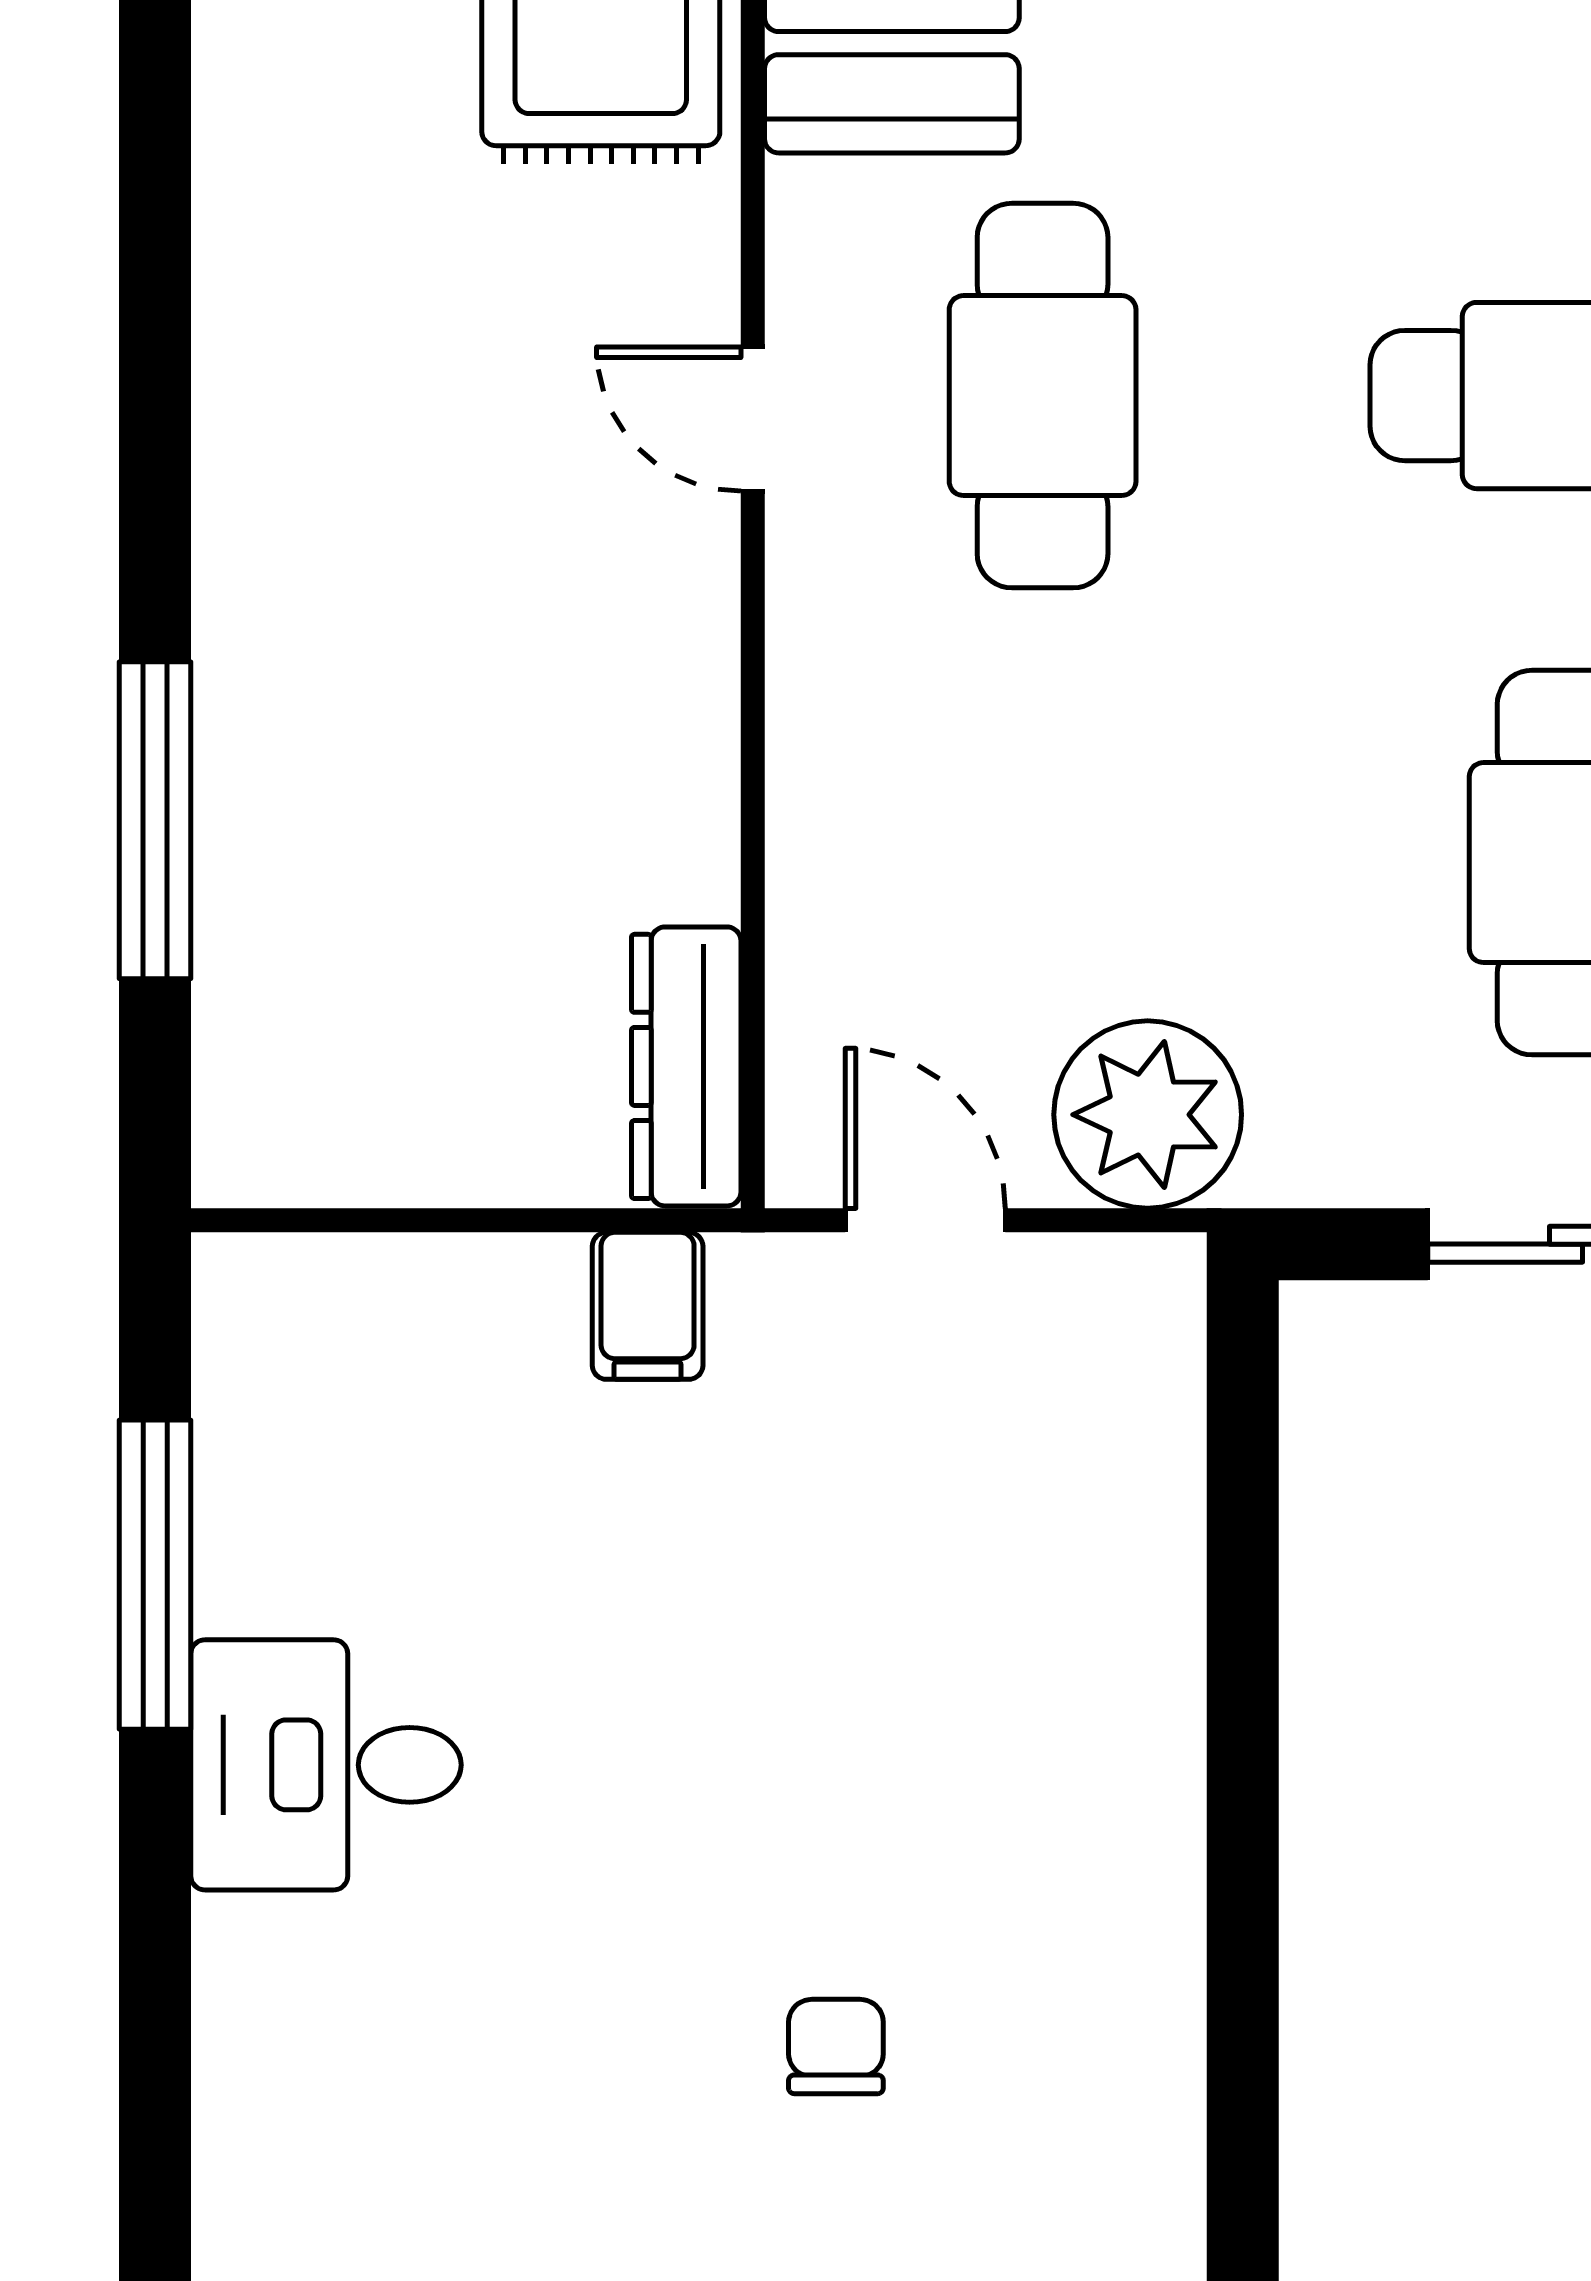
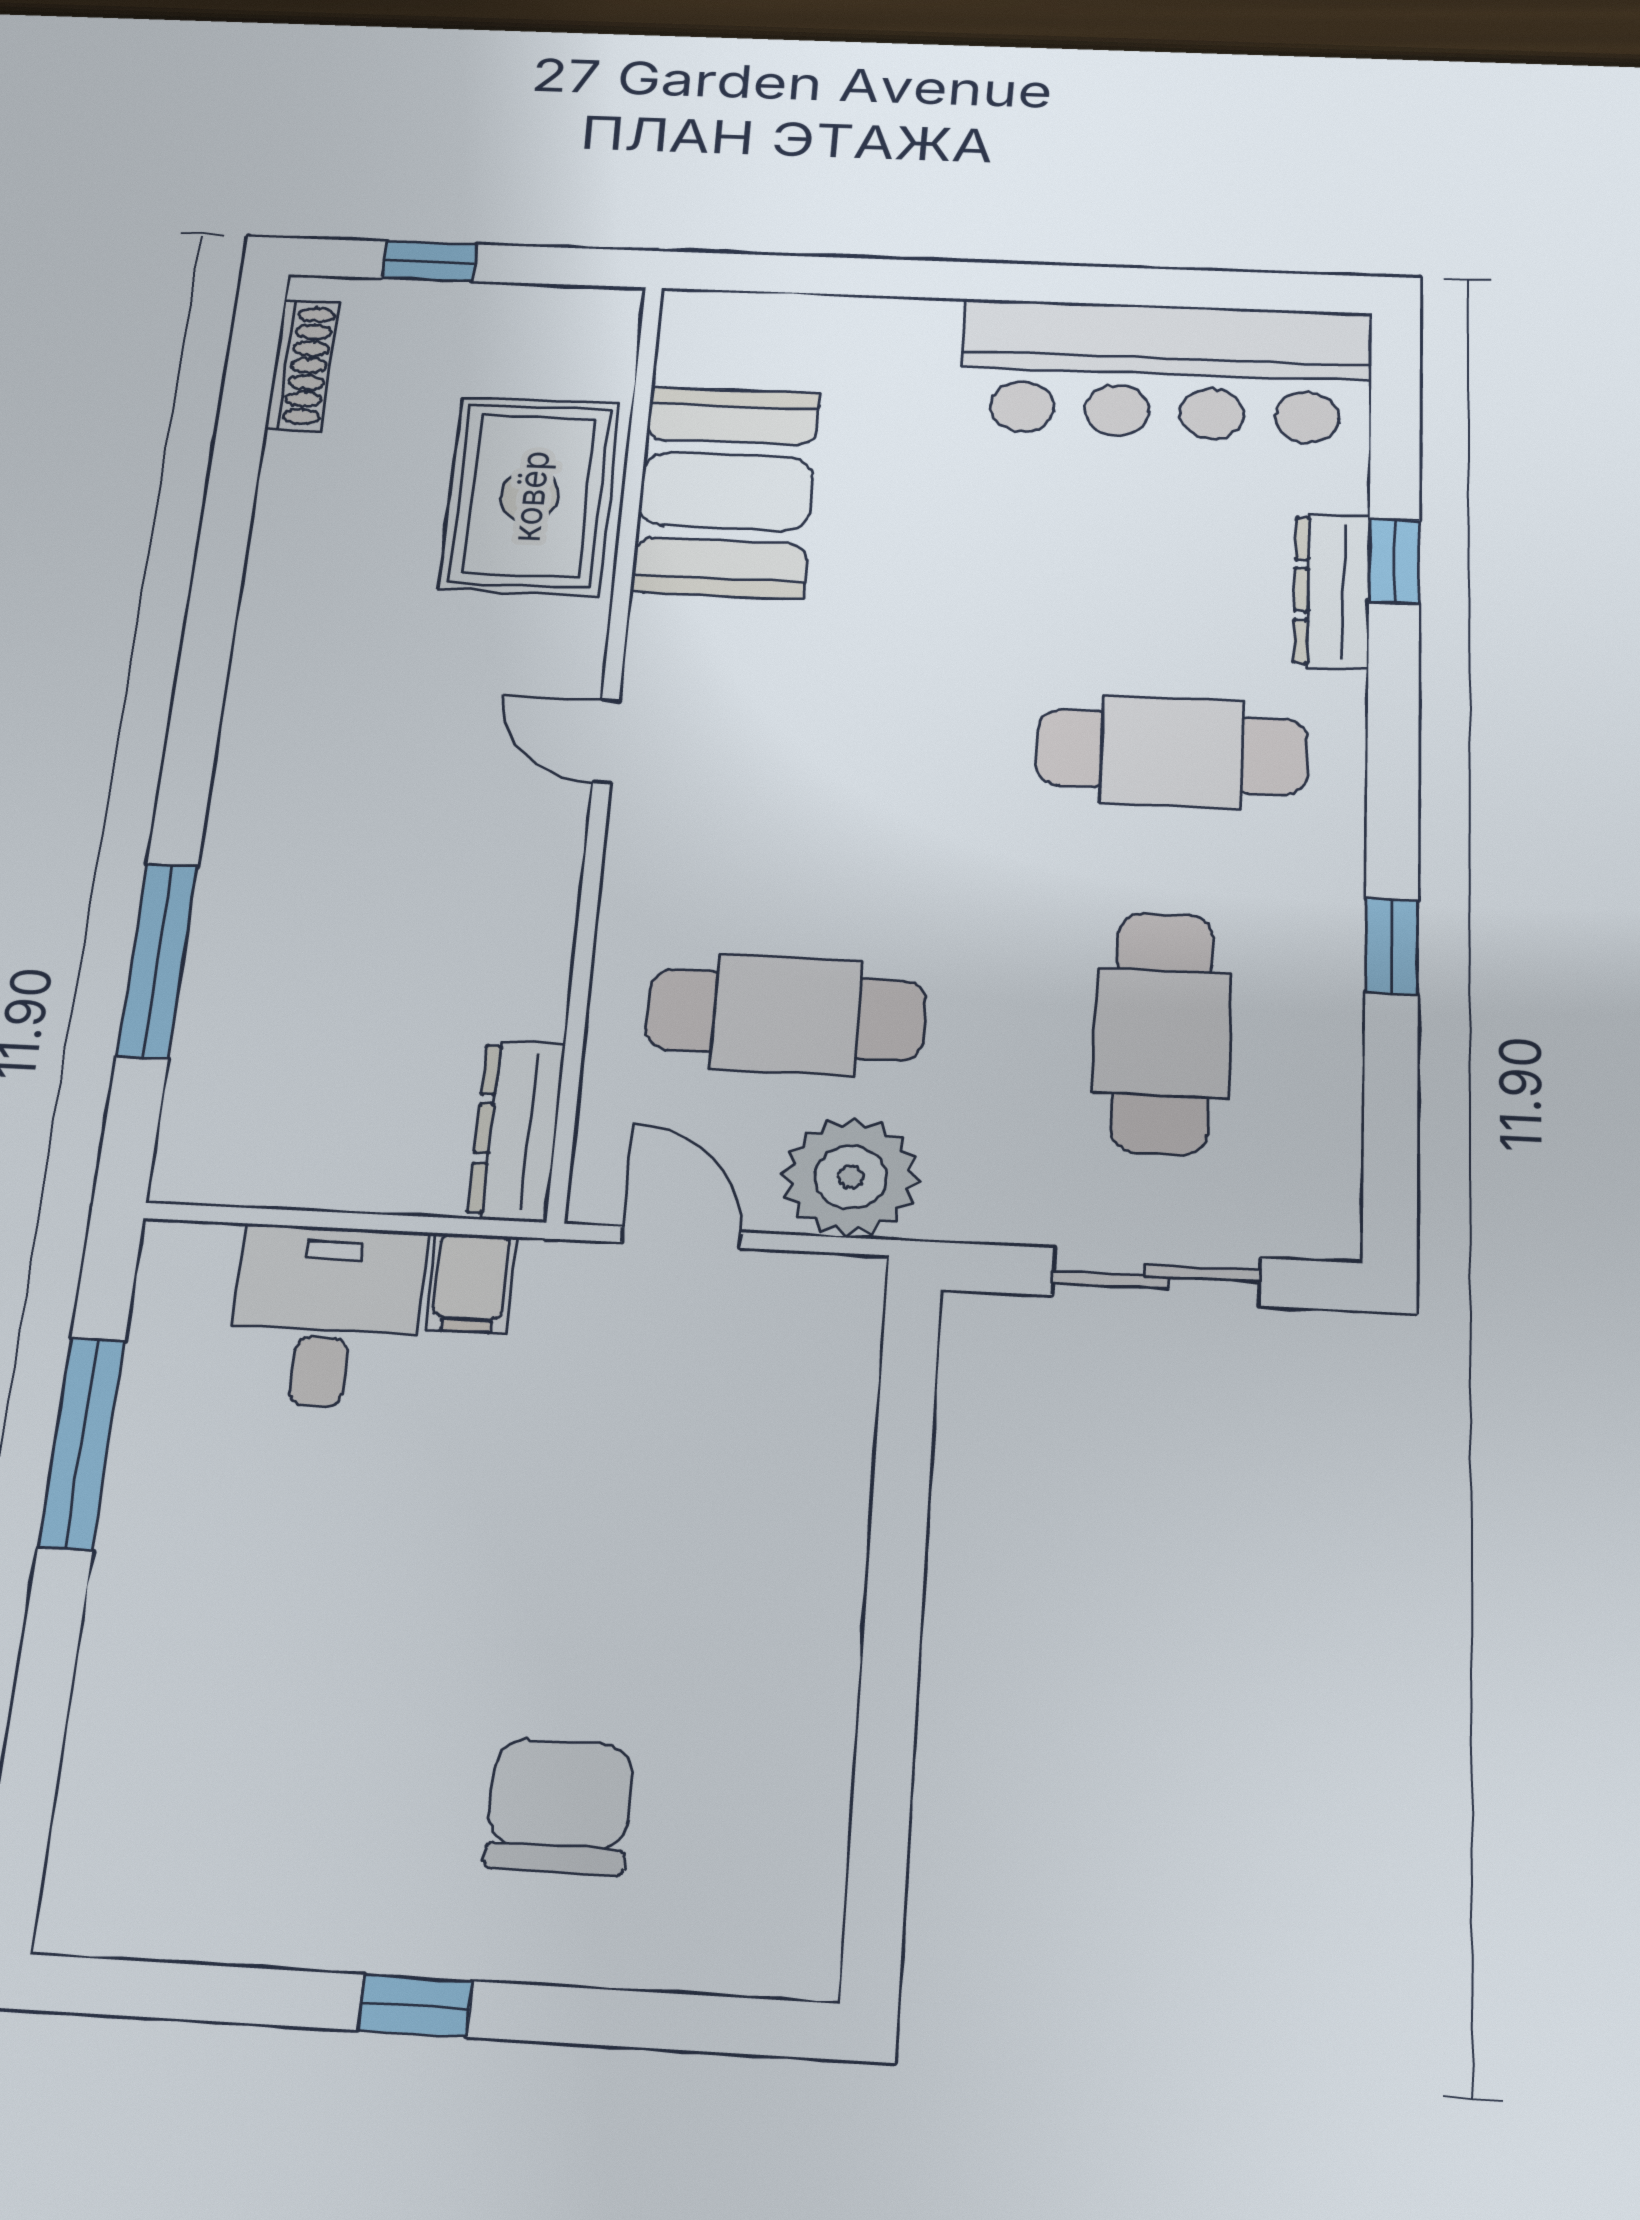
cafe table: (1043, 396) -> (786, 1015), moved, turned 90
desk: (326, 1765) -> (326, 1316), moved, turned 90
chair: (836, 2047) -> (559, 1806), width x1.87, depth x1.87

